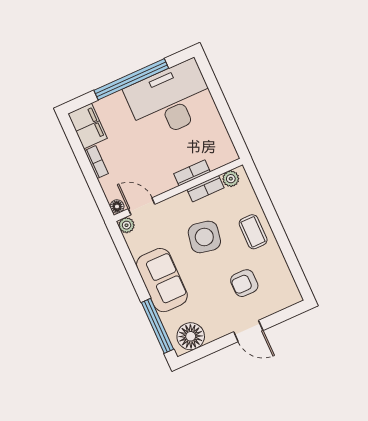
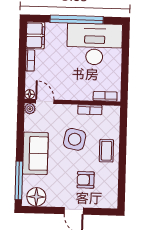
bookcase: (192, 173) -> (105, 96), moved
plant: (231, 179) -> (109, 111), removed

